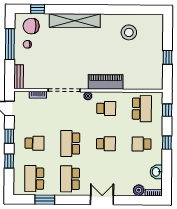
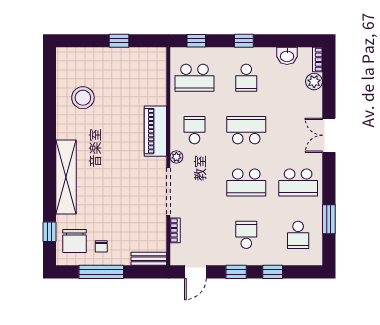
school desk: (142, 109) -> (194, 78), turned 180
school desk: (106, 144) -> (246, 130), width x1.85
school desk: (34, 179) -> (298, 235), width x0.54

